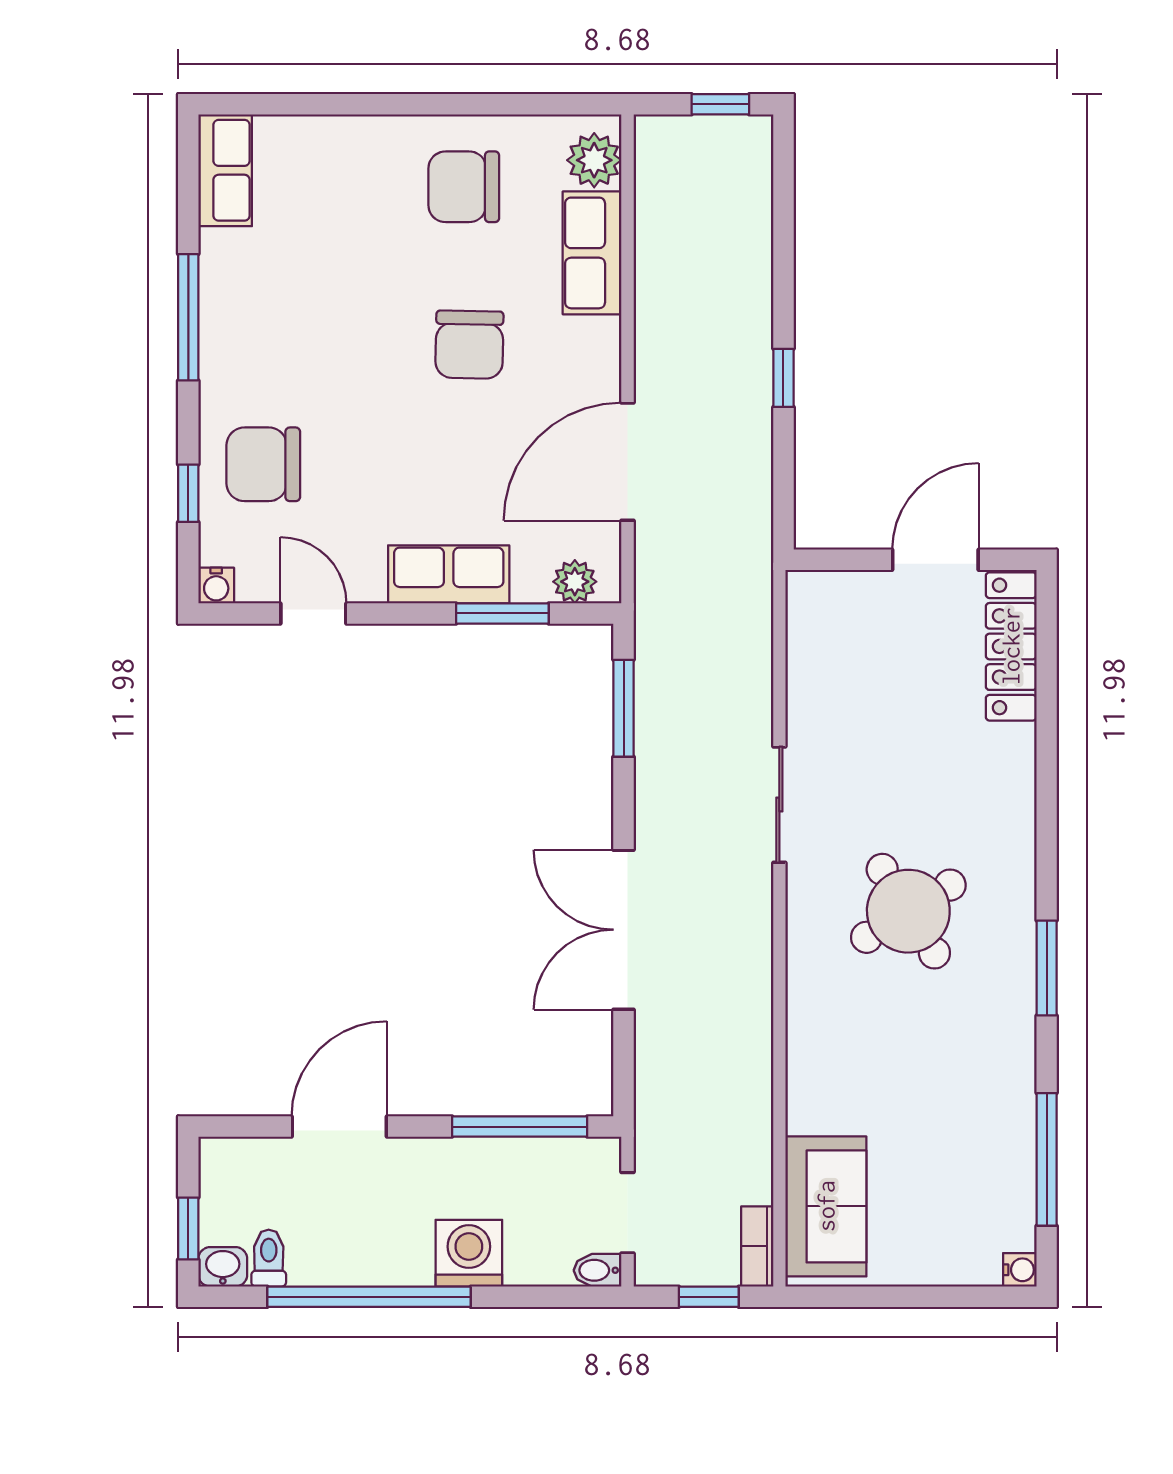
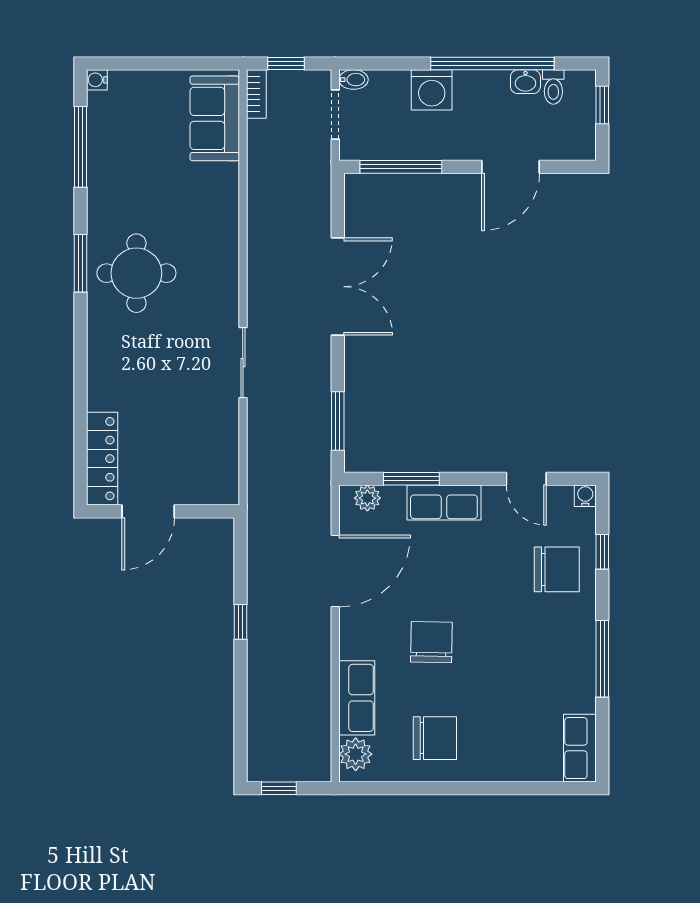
round table: (908, 911) -> (136, 273), moved, turned 32
washbasin: (223, 1267) -> (525, 82), moved

